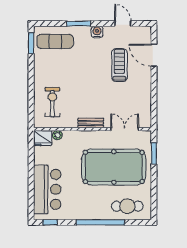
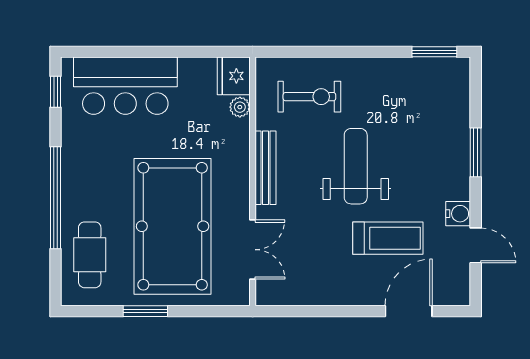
door: (123, 24) -> (476, 245), hinge flipped
water cooler: (97, 32) -> (458, 214), moved
exercise mat: (55, 41) -> (438, 102), removed
weight bench: (85, 80) -> (356, 166), added
bench: (91, 123) -> (266, 168), width x1.36
window: (154, 153) -> (145, 311), moved

